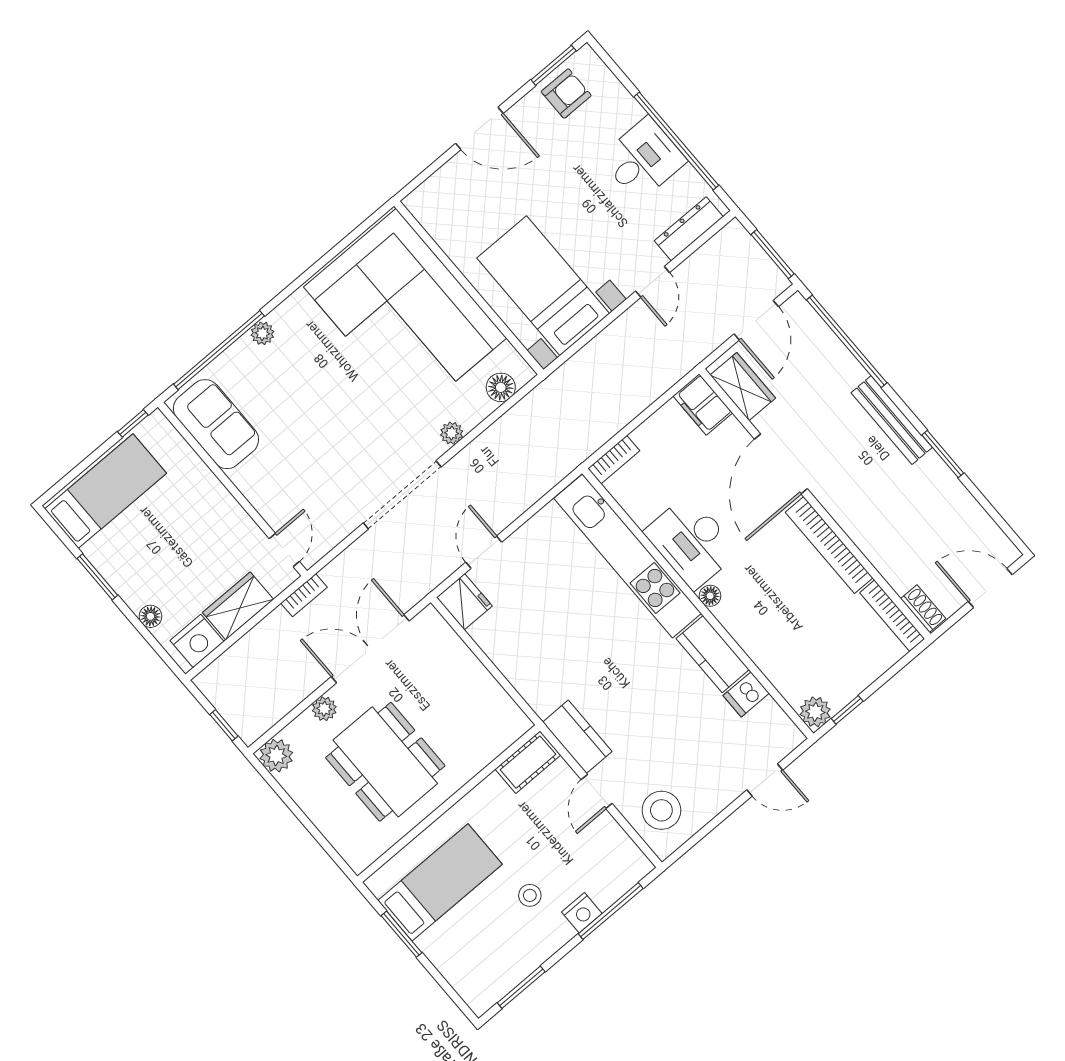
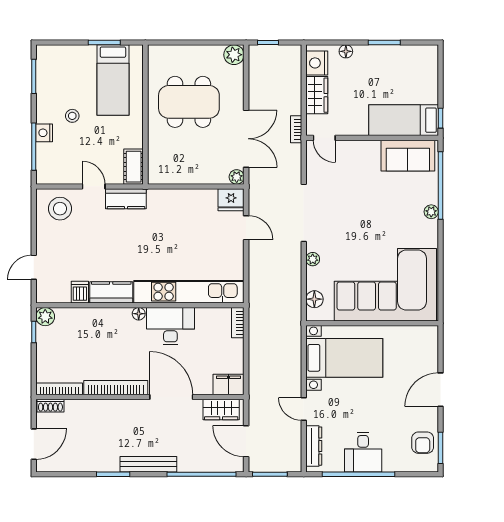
bed: (106, 491) -> (404, 120), moved, turned 90
plant: (324, 709) -> (237, 177), moved

